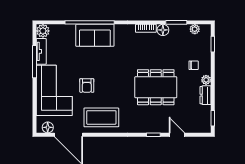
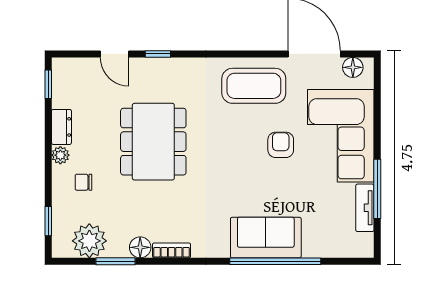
plant: (195, 29) -> (89, 241), width x1.88, depth x1.88
plant: (43, 31) -> (362, 246), removed
dining table: (156, 87) -> (153, 142), turned 90

